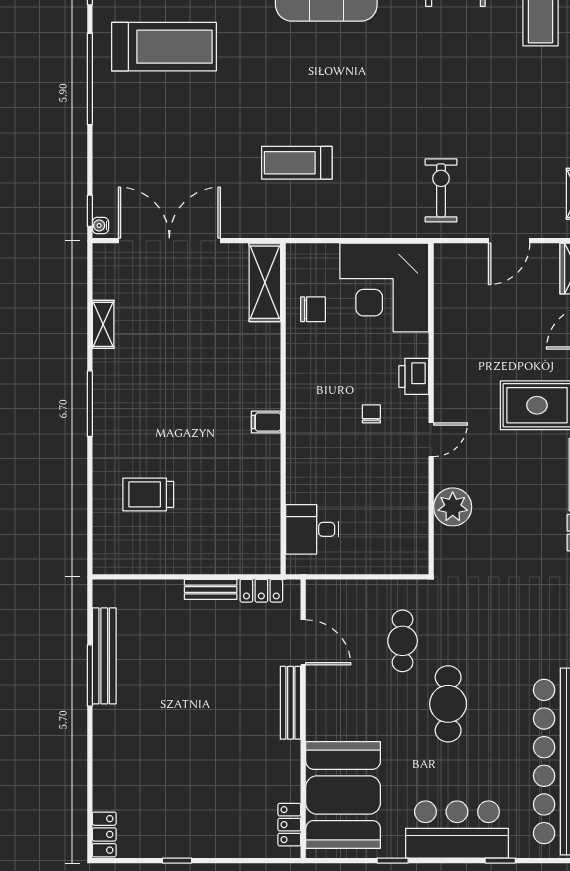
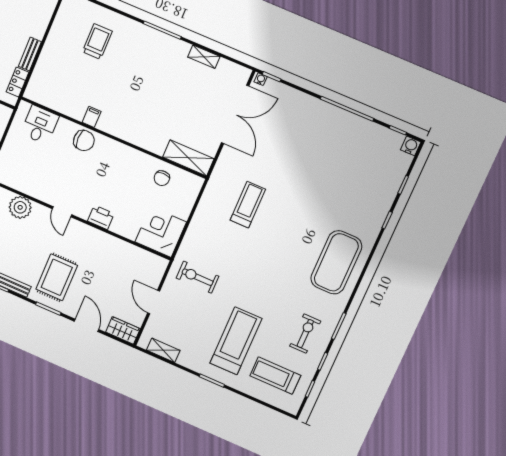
treadmill: (164, 47) -> (236, 341), moved, turned 180
exercise bike: (441, 190) -> (198, 277), turned 180
corner desk: (384, 288) -> (161, 232), width x0.74, depth x0.74
chair: (371, 414) -> (84, 141), moved, width x1.87, depth x1.87
filing cabinet: (266, 422) -> (92, 117), moved

